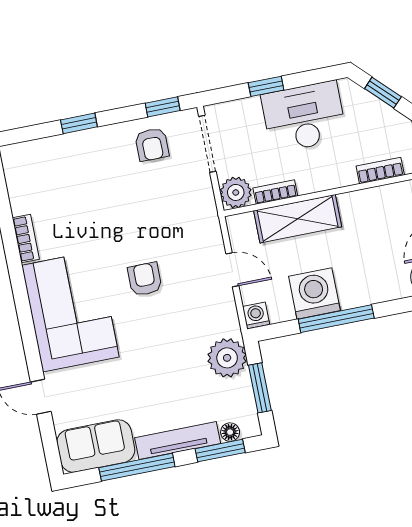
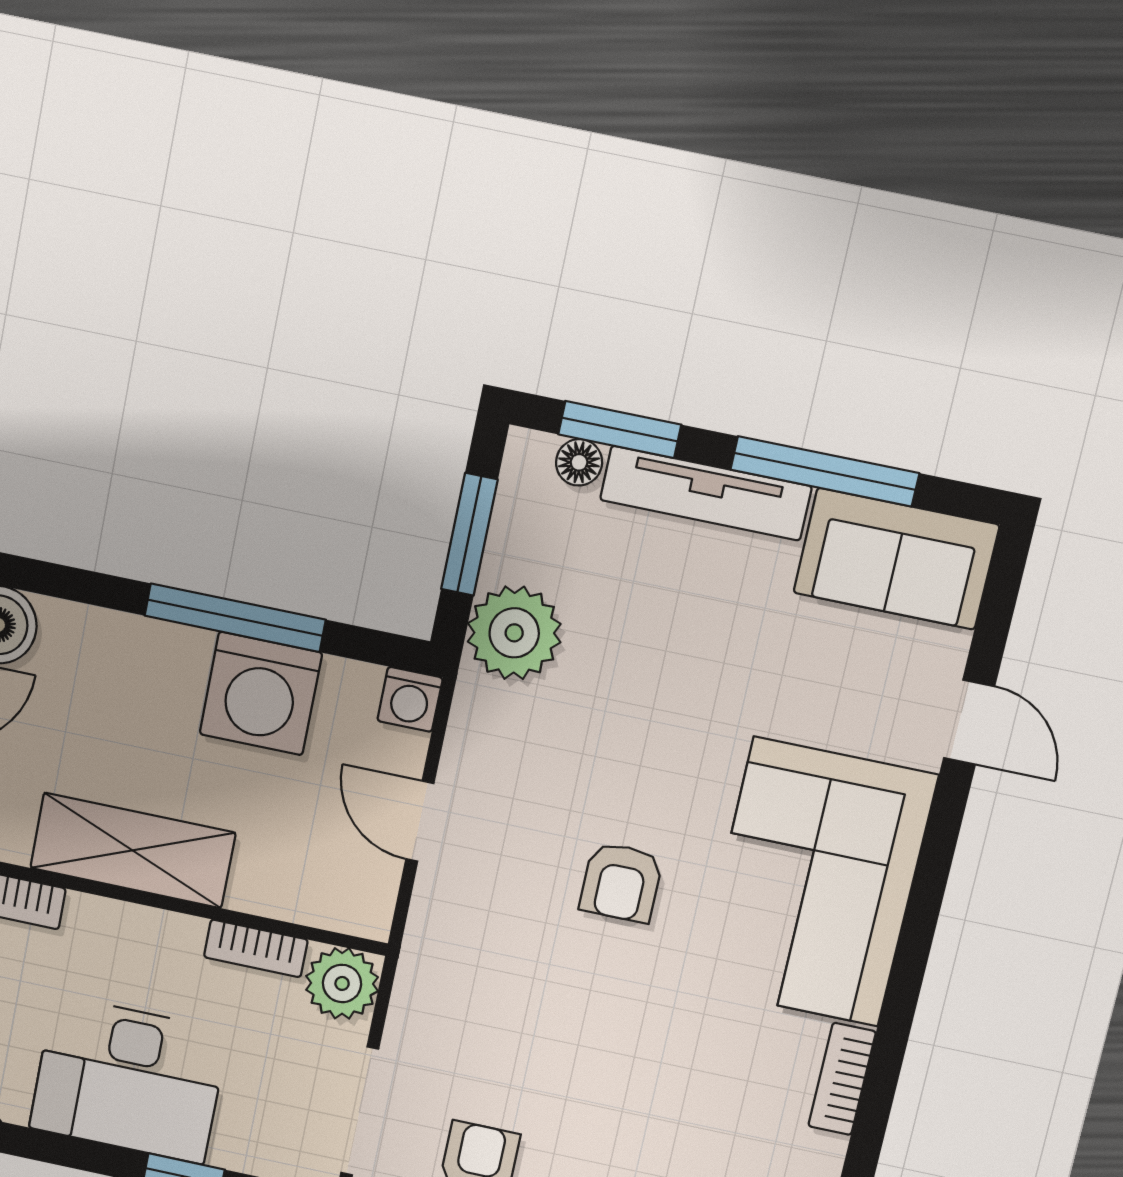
shelving: (298, 219) -> (133, 850), moved

